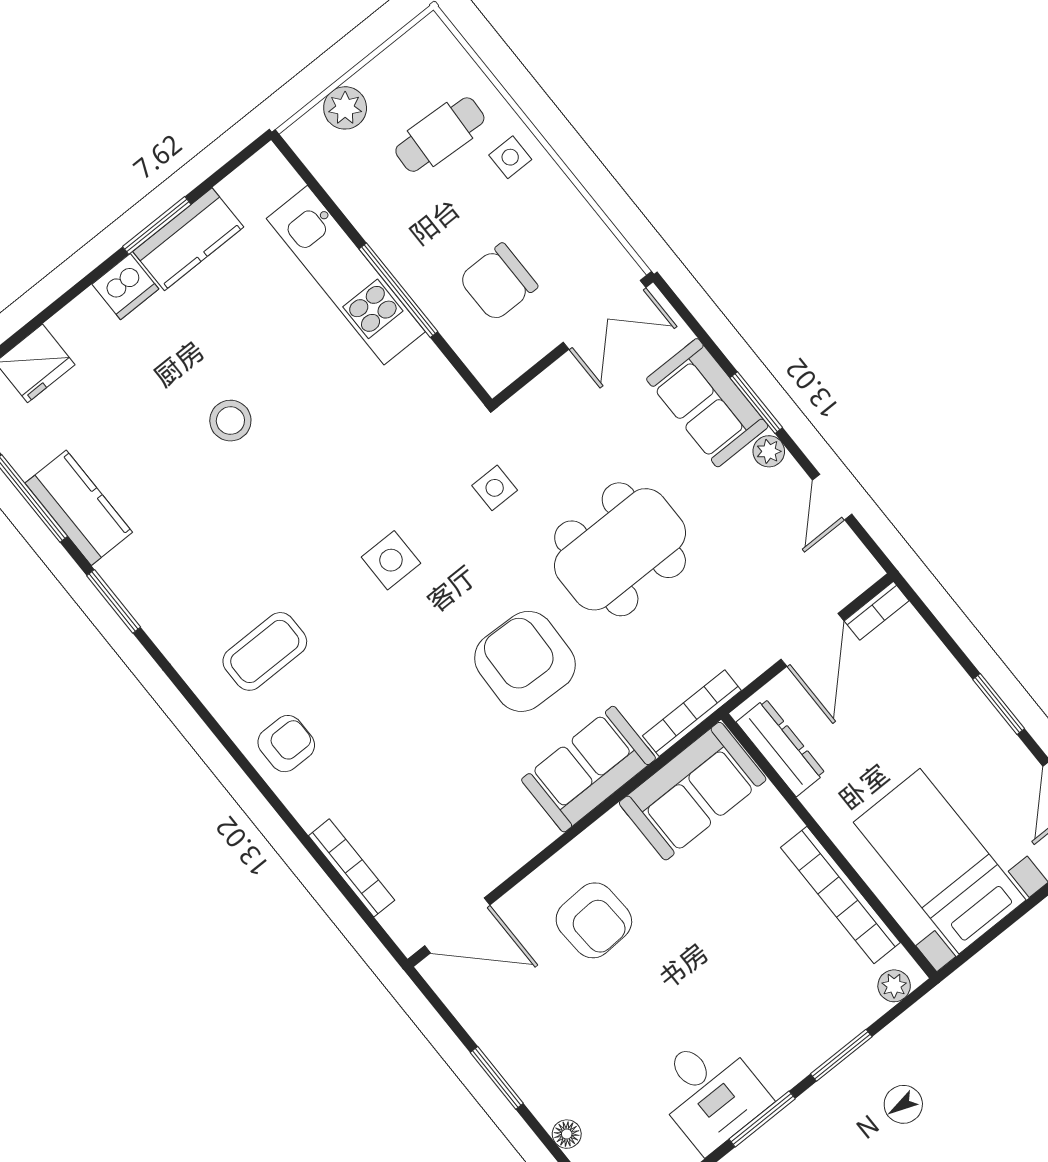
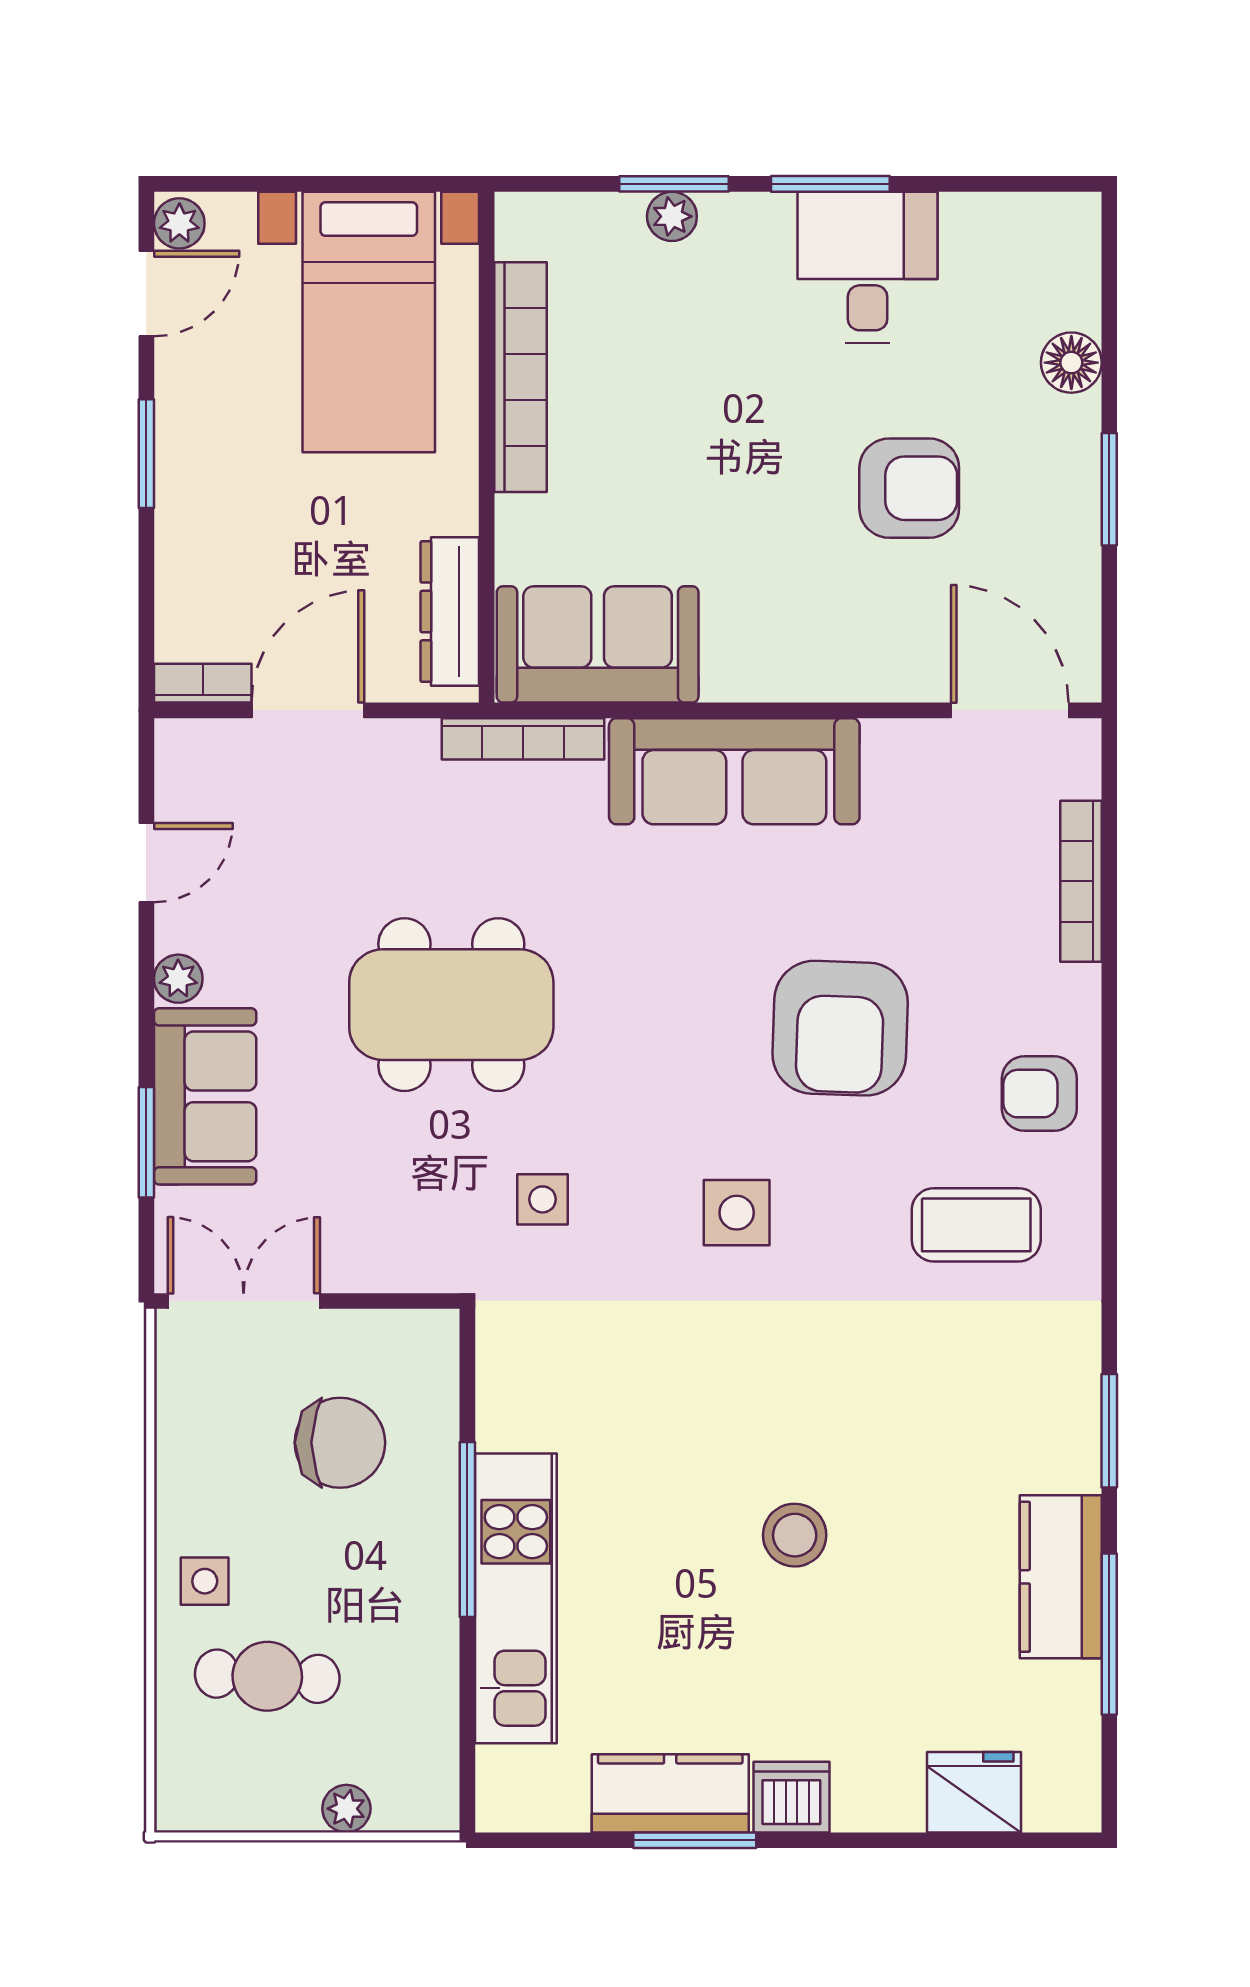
plant: (345, 108) -> (346, 1809), width x0.73, depth x0.73
window: (756, 403) -> (146, 1142), moved
armchair: (525, 661) -> (840, 1028), moved
sofa: (589, 769) -> (734, 771), width x1.36
armchair: (594, 920) -> (909, 488), moved, turned 93
plant: (894, 986) -> (672, 216), moved
floor lamp: (567, 1134) -> (1071, 363), width x1.37, depth x1.37

